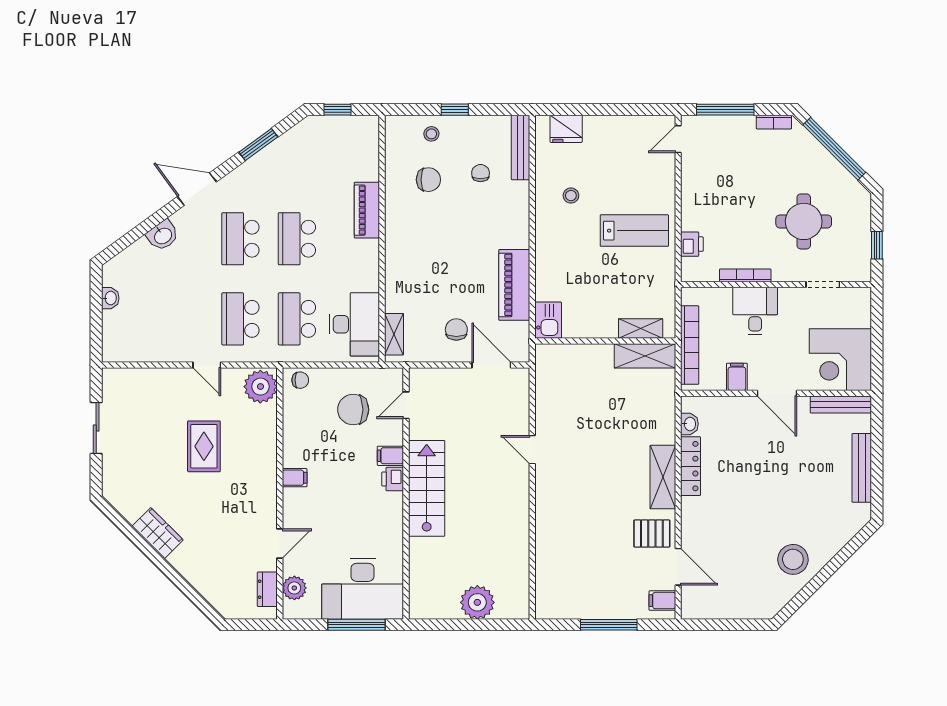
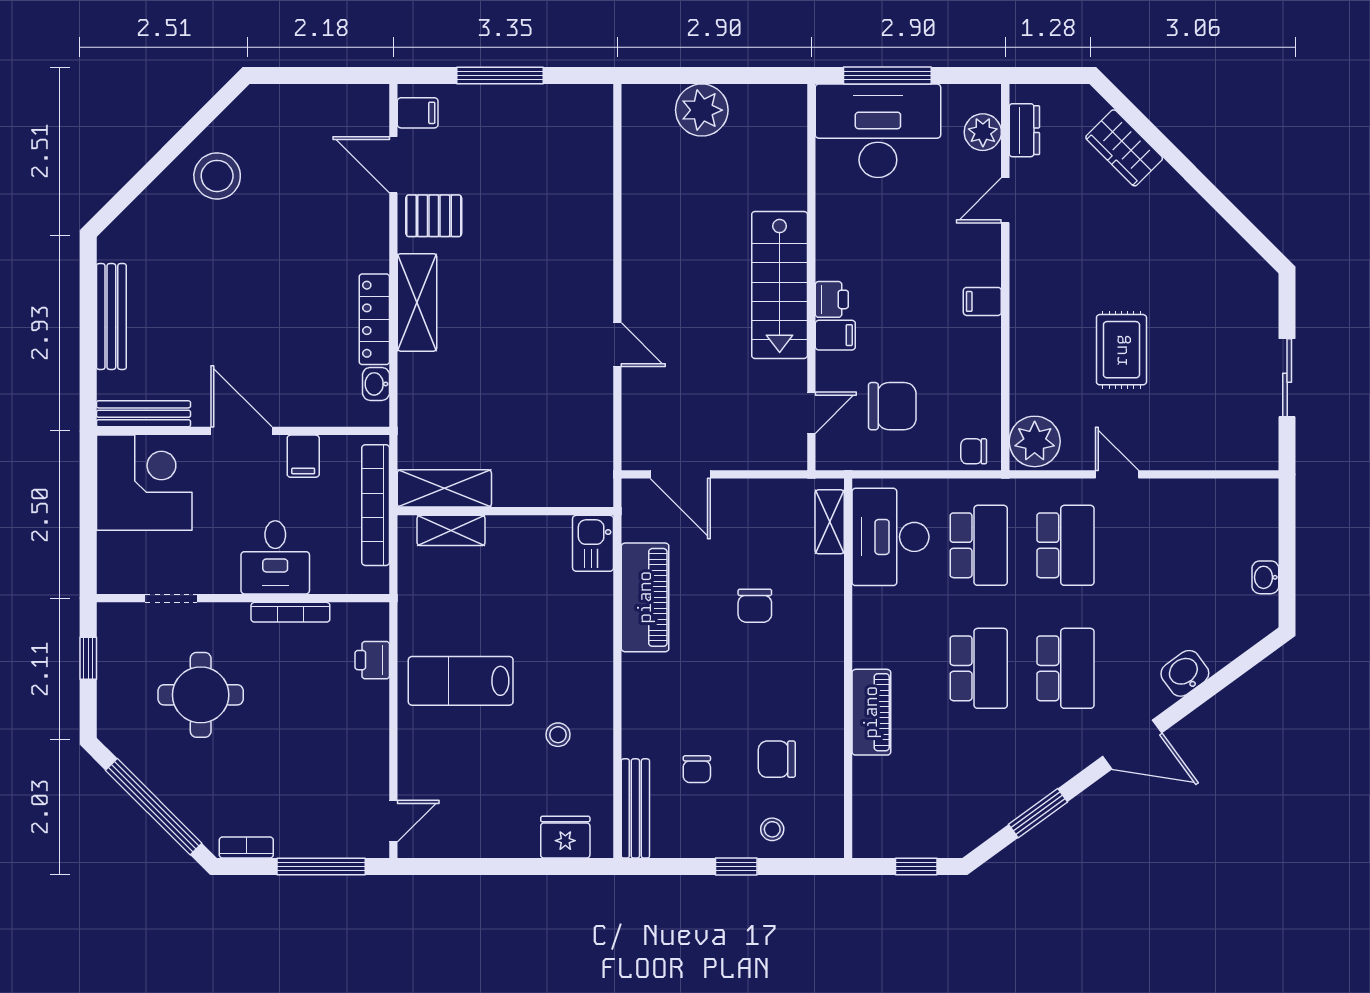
chair: (456, 330) -> (755, 606), moved
wardrobe: (158, 533) -> (1124, 148), moved

